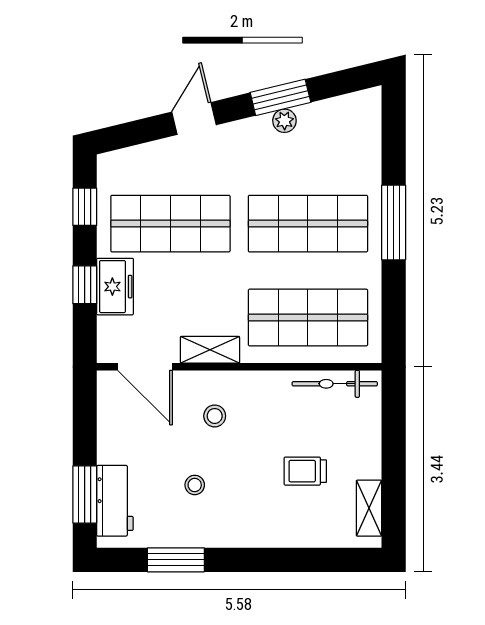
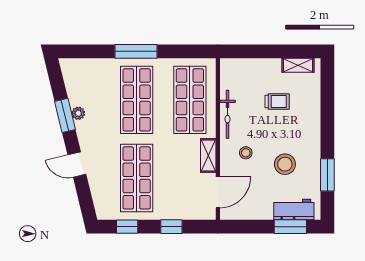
freezer: (115, 287) -> (172, 209), removed
bicycle: (335, 384) -> (228, 114), moved
trolley: (305, 471) -> (277, 101), turned -90
stool: (195, 485) -> (285, 164), width x1.89, depth x1.89

